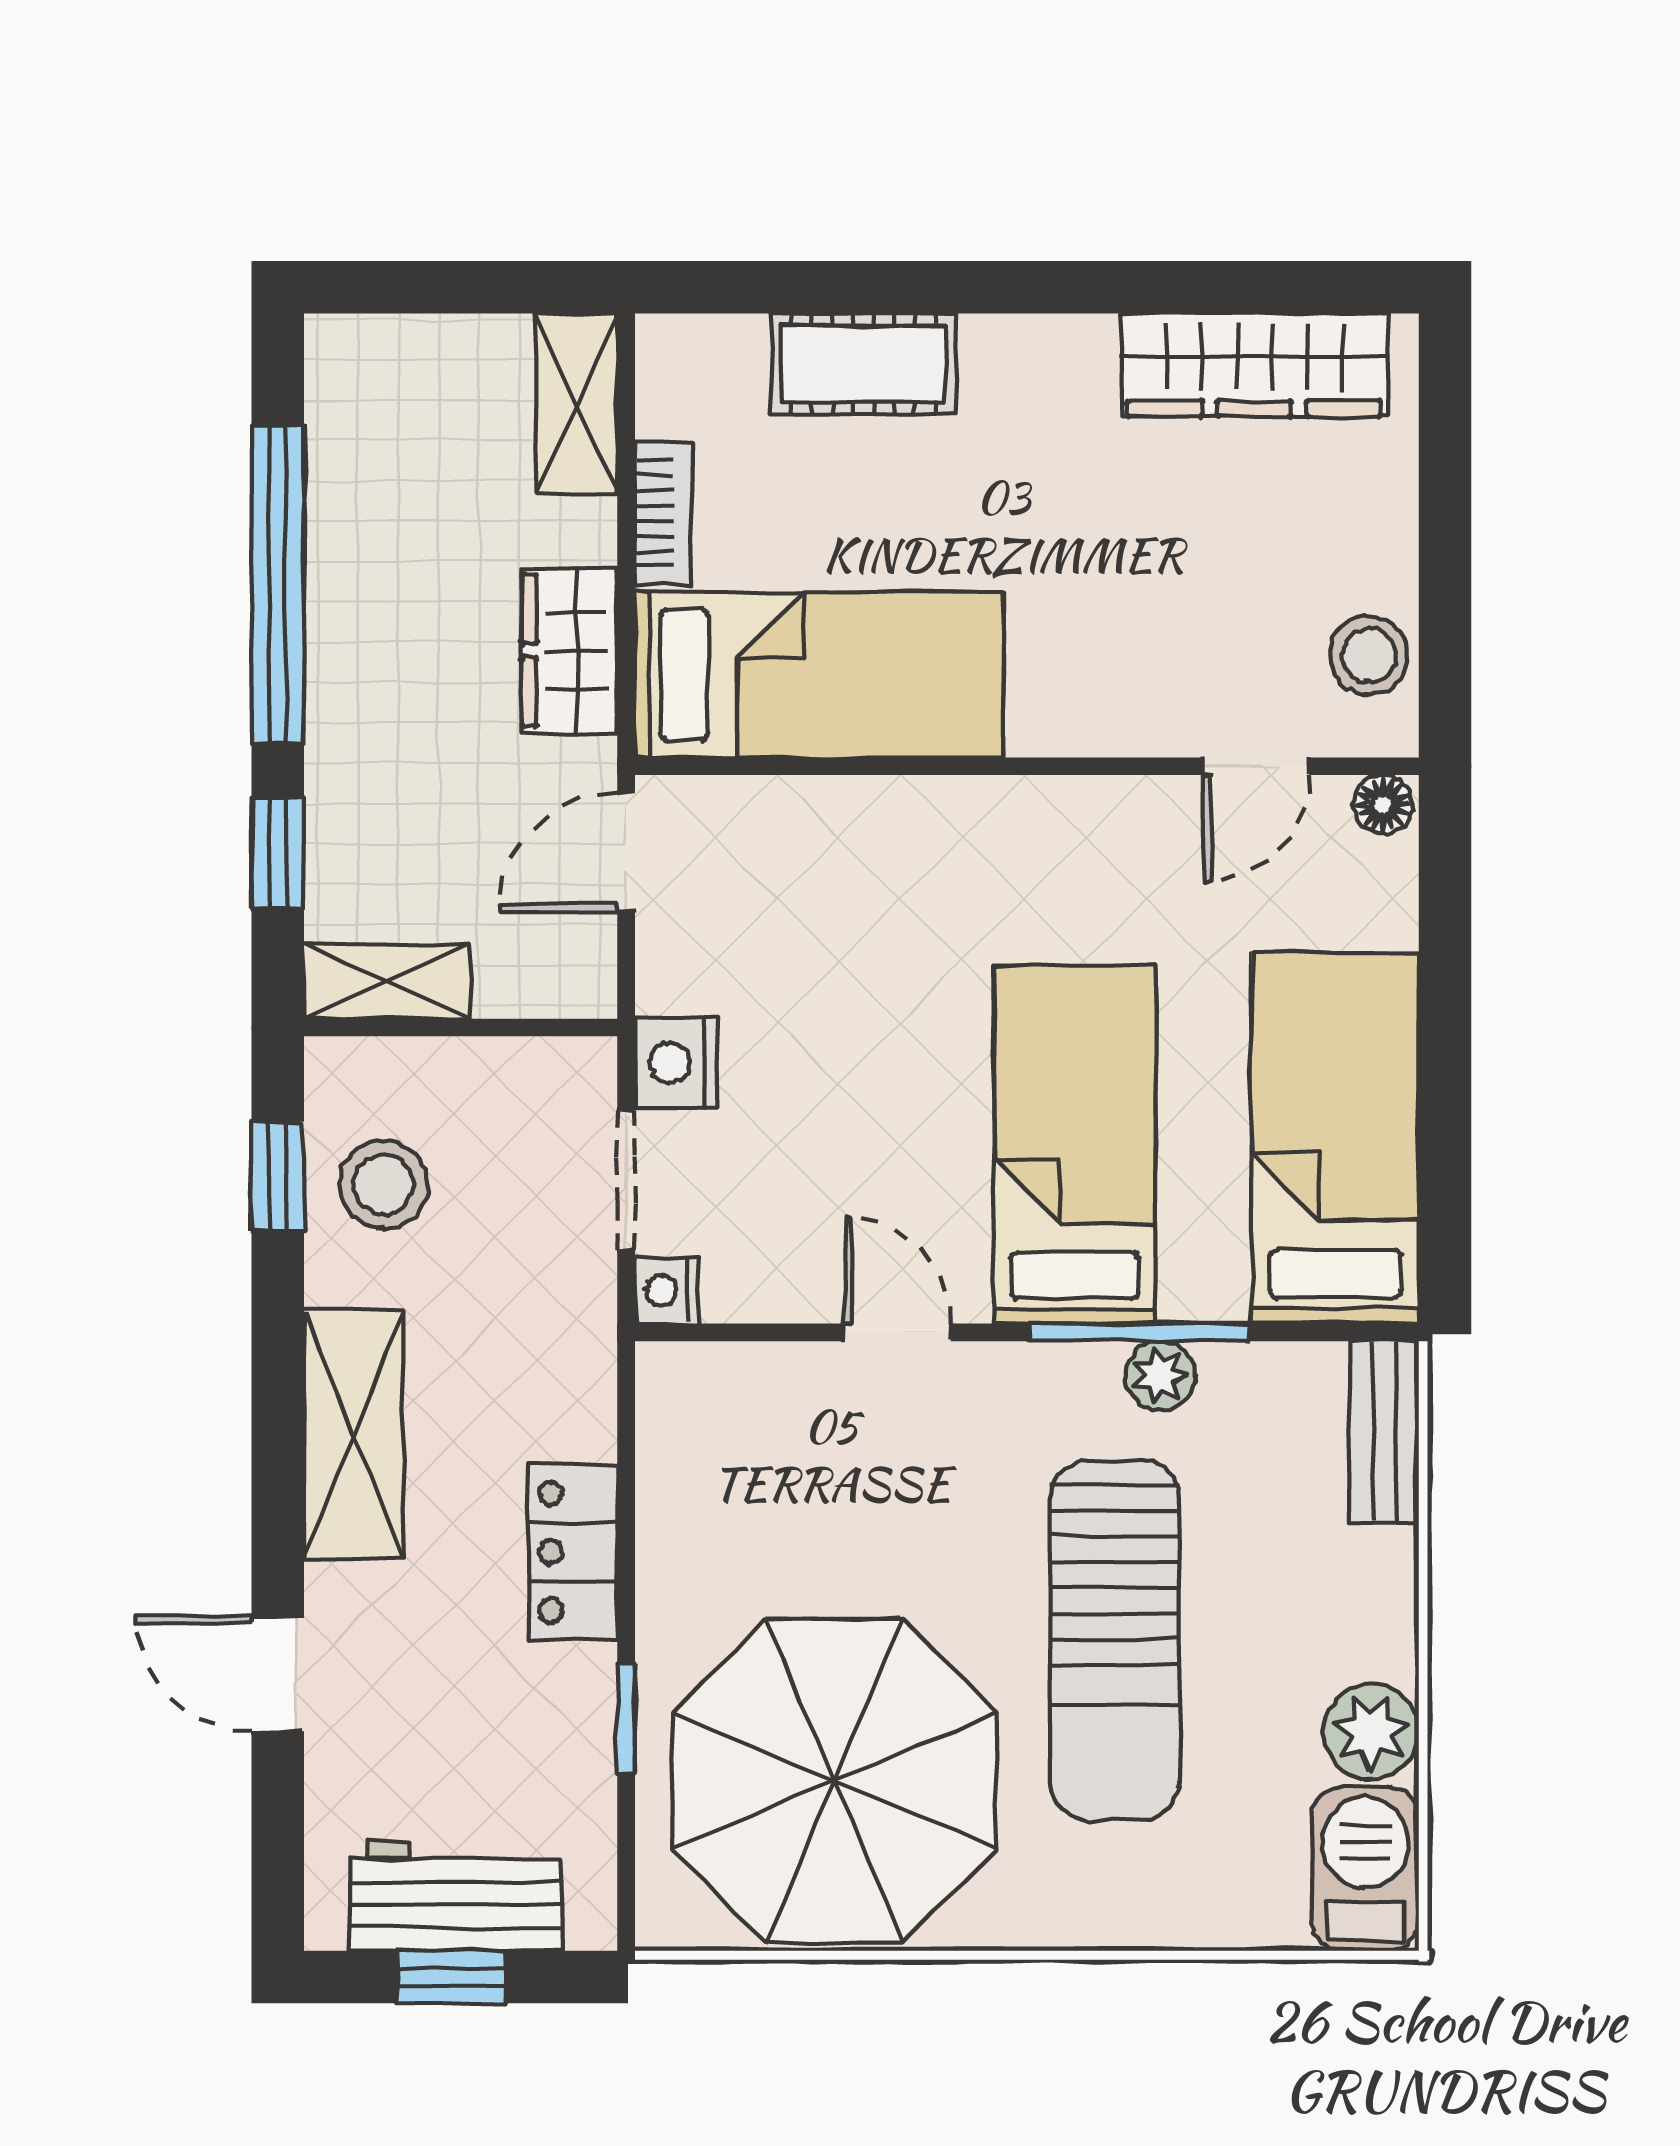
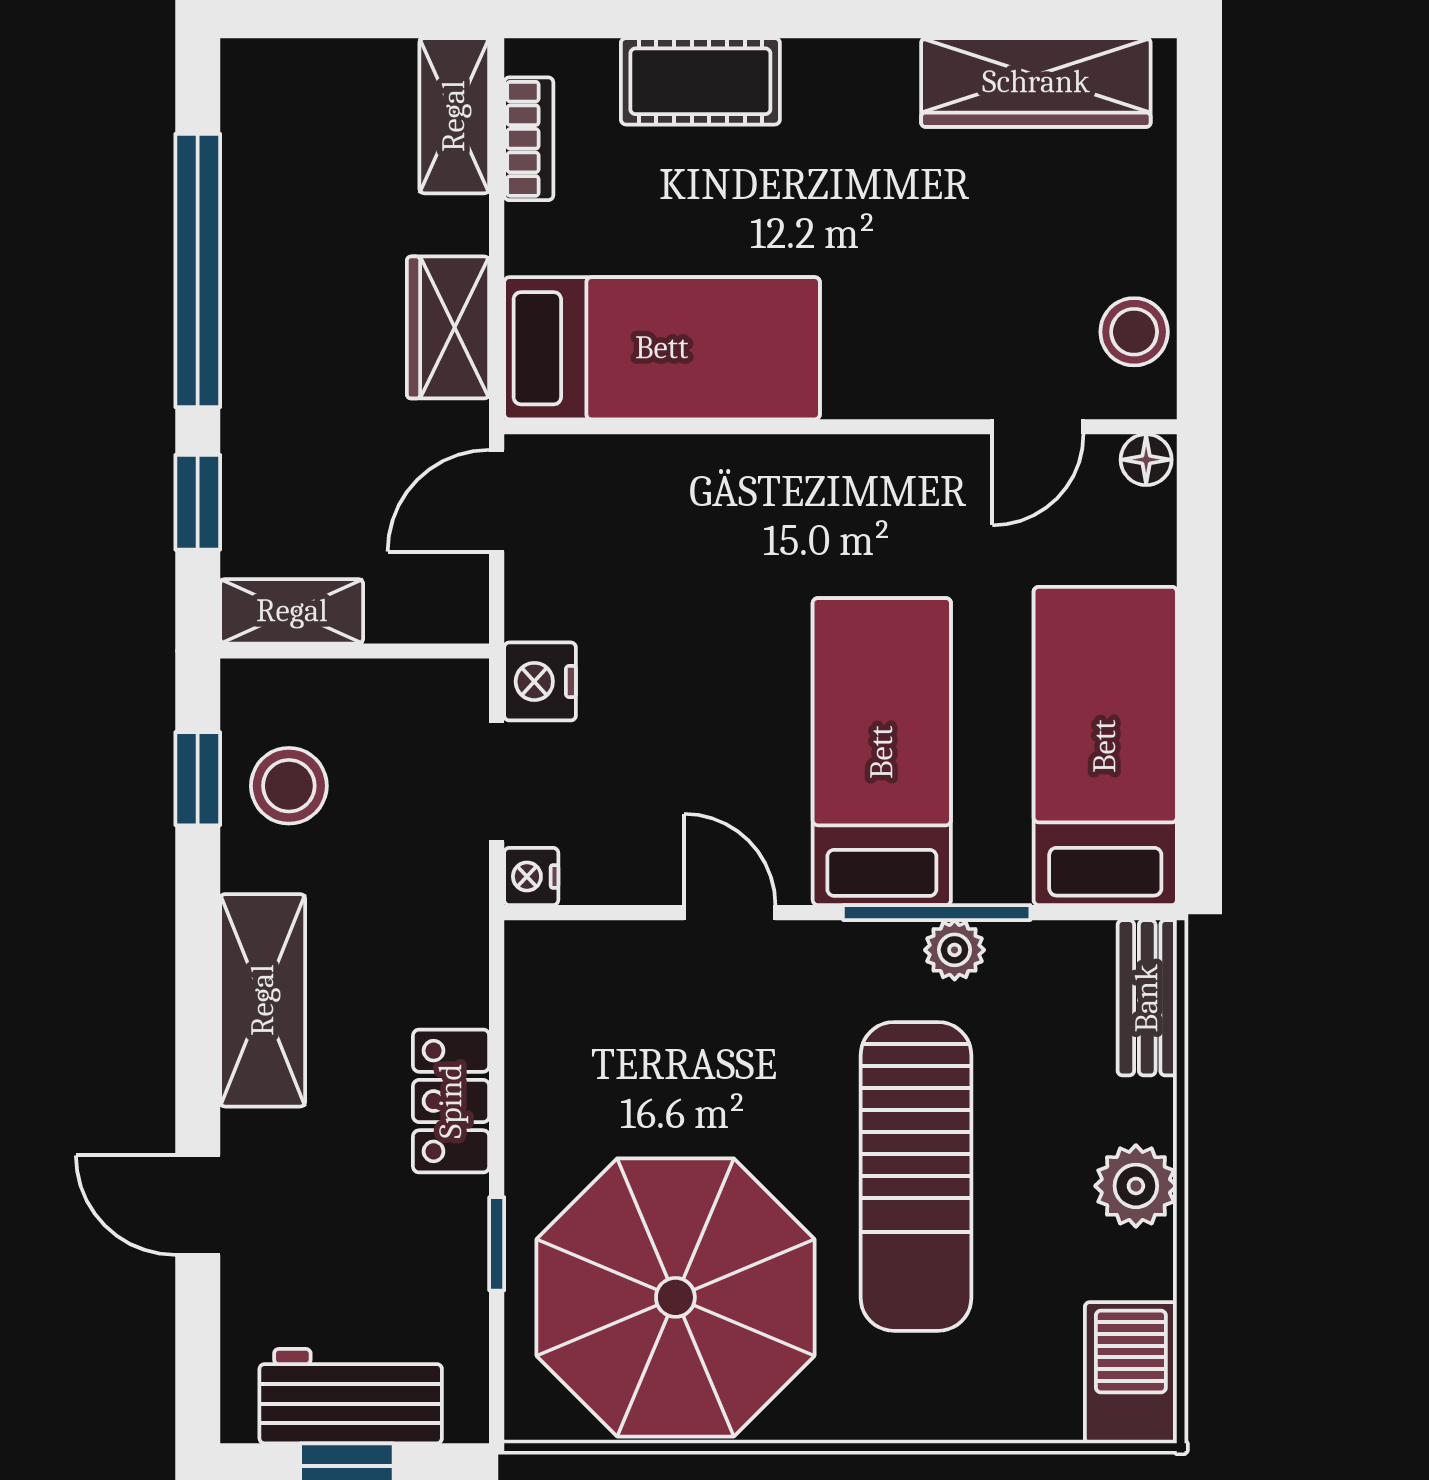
bookcase: (663, 513) -> (529, 139), moved
plant: (1371, 1732) -> (1136, 1186), moved

